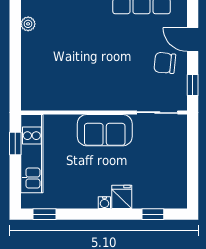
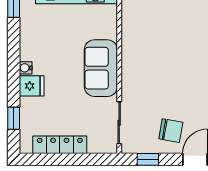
chair: (165, 63) -> (171, 131), turned 94
locker: (178, 170) -> (60, 145), added

